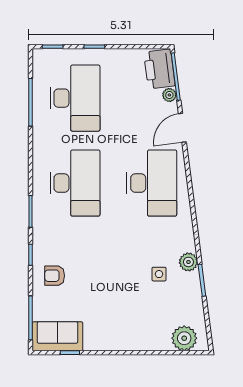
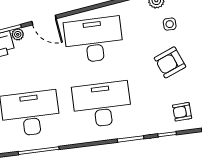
armchair: (114, 269) -> (170, 62), added
armchair: (55, 276) -> (182, 112), turned 87

